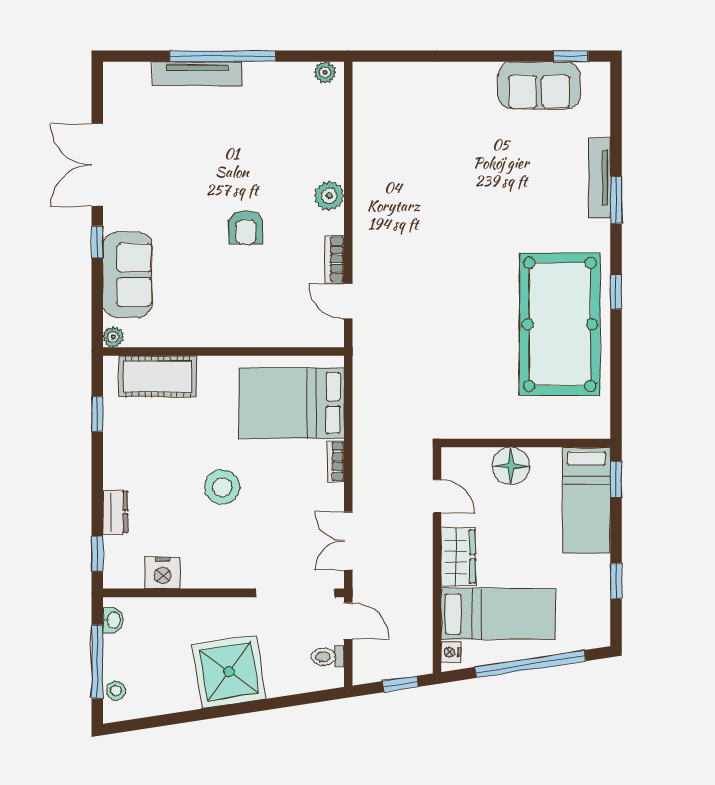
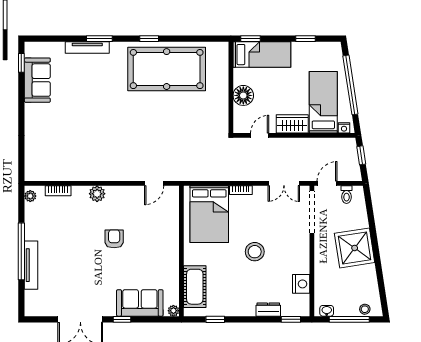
armchair: (246, 227) -> (114, 239), turned -90
bookcase: (335, 259) -> (58, 191), moved

